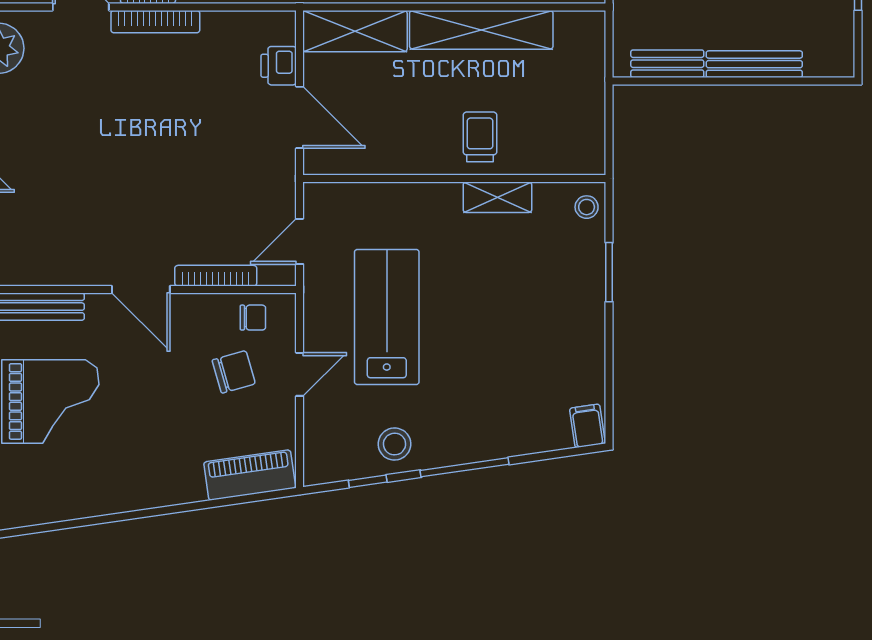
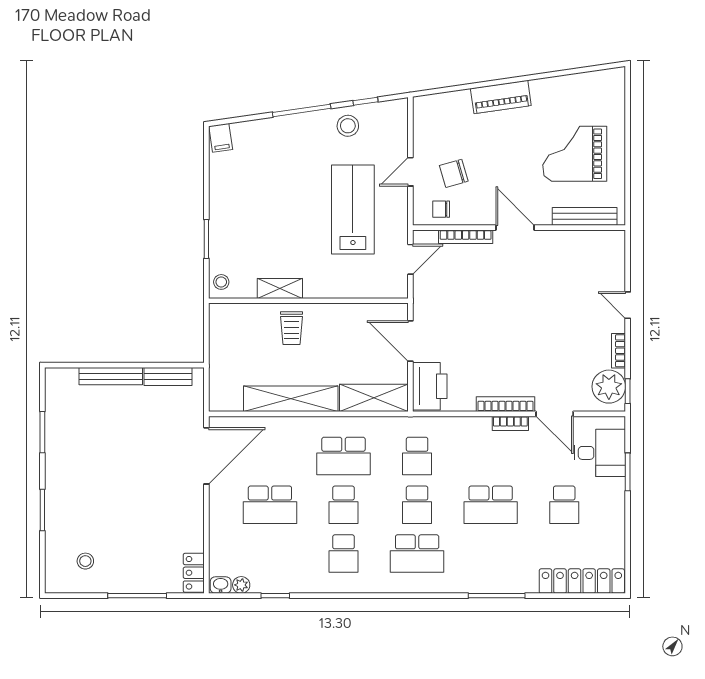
printer: (279, 66) -> (430, 386), width x1.87, depth x1.48
lab bench: (387, 317) -> (353, 209), turned 180
piano: (250, 475) -> (501, 97), moved

